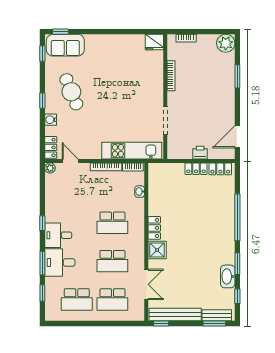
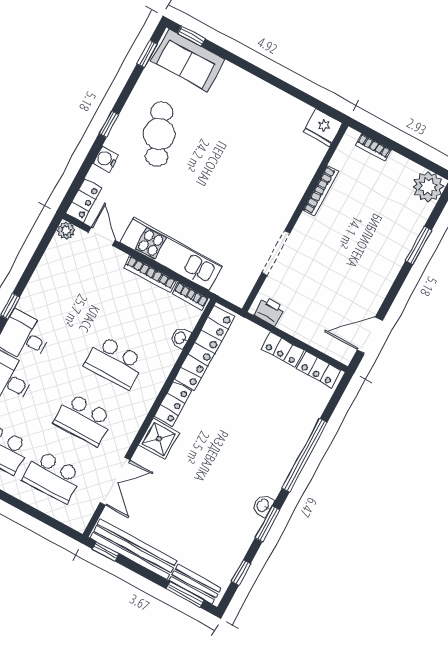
kitchen unit: (132, 151) -> (171, 254), moved
printer: (200, 153) -> (269, 311), moved
locker: (155, 190) -> (205, 348), added
washbasin: (228, 276) -> (263, 506), moved, width x0.52, depth x0.69

